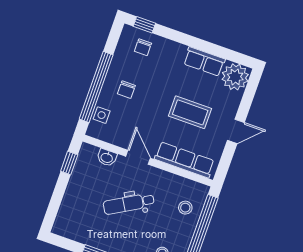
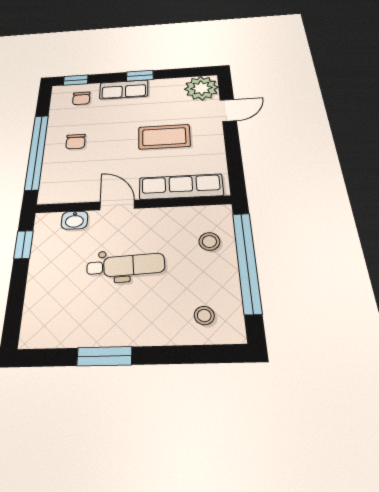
window: (195, 43) -> (140, 76), added
row of seats: (204, 61) -> (124, 89), moved
side table: (102, 115) -> (52, 177), removed
door: (236, 131) -> (228, 110), moved
dental chair: (129, 204) -> (126, 265), turned -153

